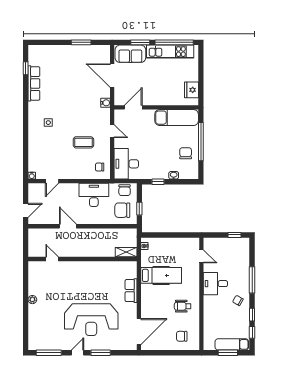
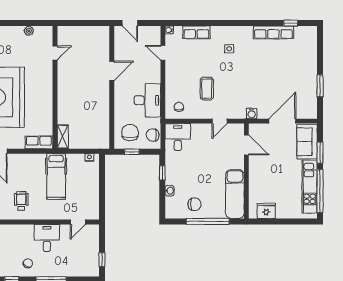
row of seats: (34, 152) -> (196, 32), added
desk: (126, 164) -> (178, 137), width x0.73
shelving: (126, 252) -> (63, 137), moved
door: (52, 259) -> (55, 53), moved
wall: (82, 259) -> (55, 87), moved

